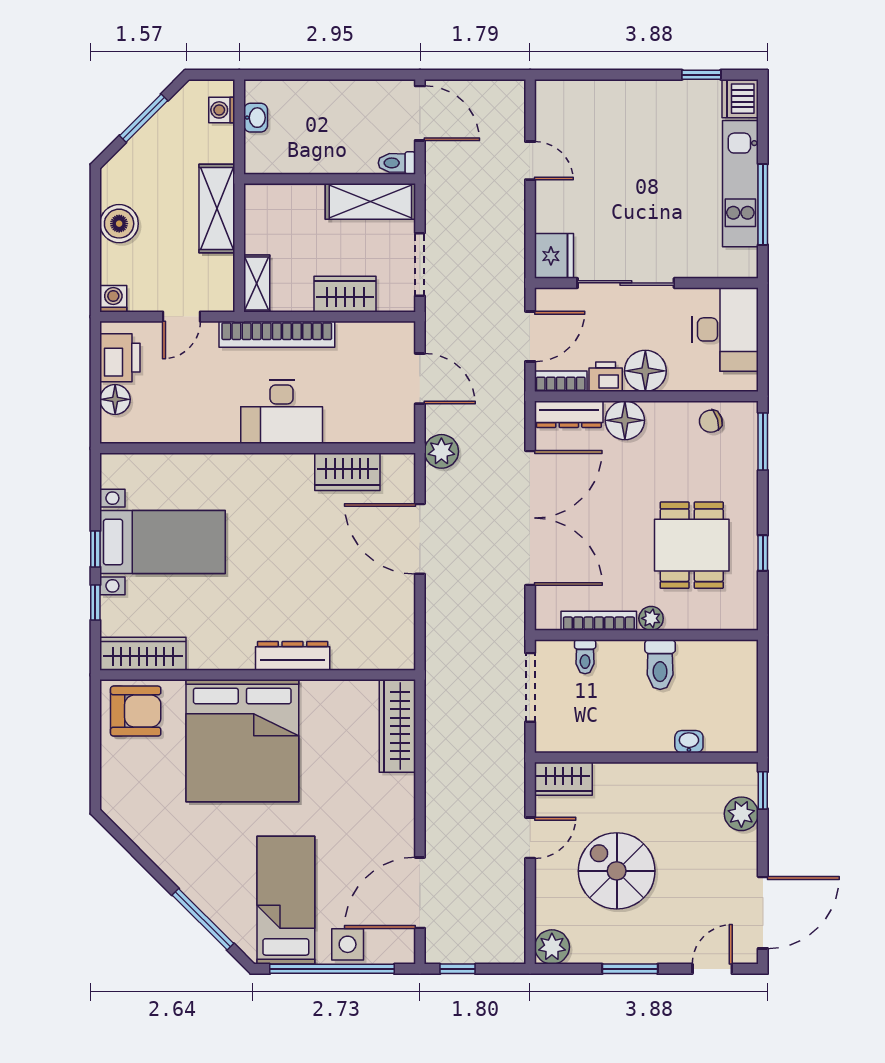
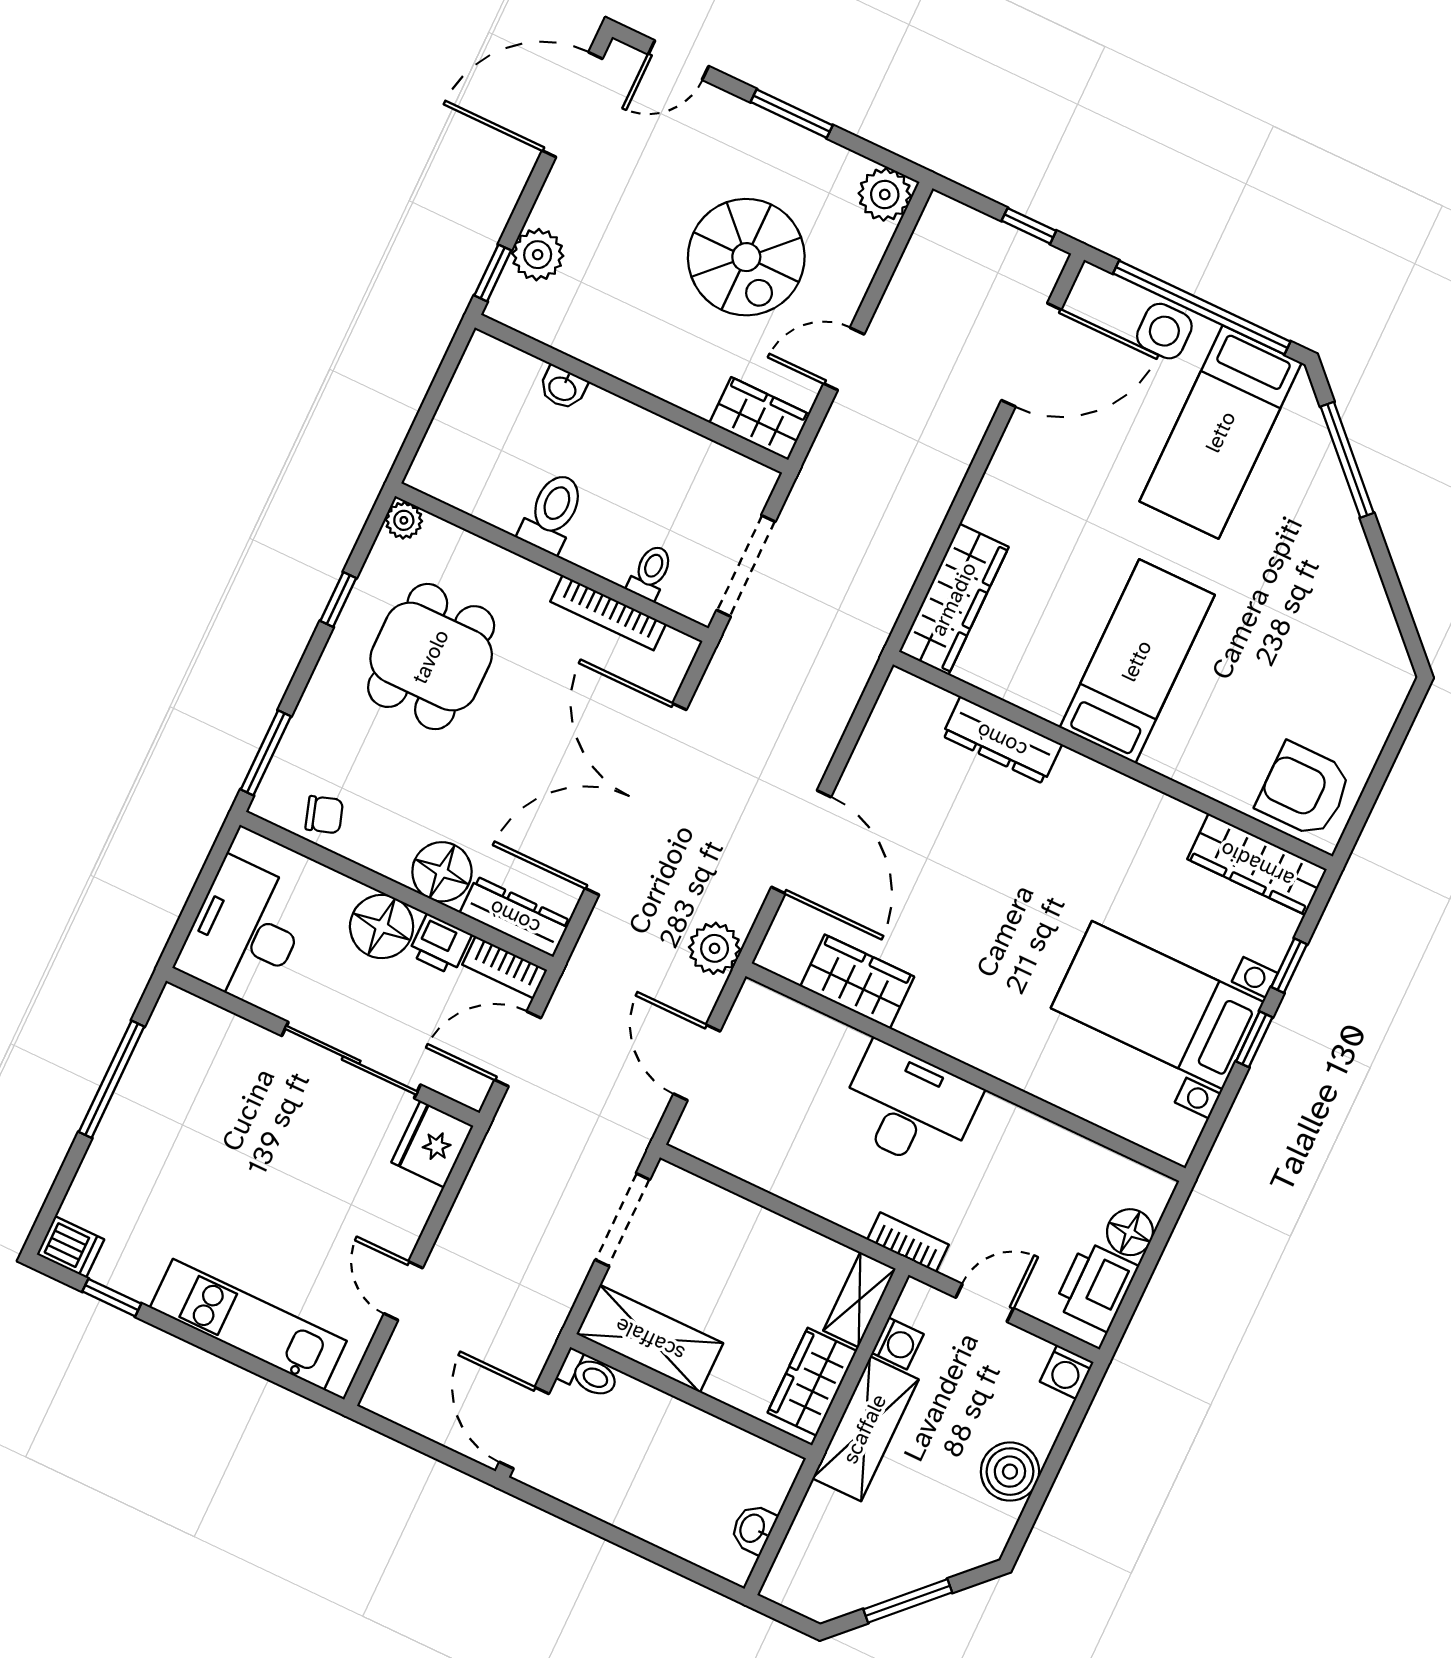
dishwasher: (740, 99) -> (70, 1247), width x0.73
washing machine: (222, 110) -> (898, 1343), moved
kitchen unit: (740, 184) -> (248, 1324), moved, turned -90
wardrobe: (345, 294) -> (812, 1382), moved, turned 90
bookcase: (277, 334) -> (908, 1242), width x0.43, depth x0.76
plant: (651, 618) -> (404, 520), moved
dresser: (293, 656) -> (1002, 740), moved
bed: (242, 741) -> (1137, 661), width x0.49

